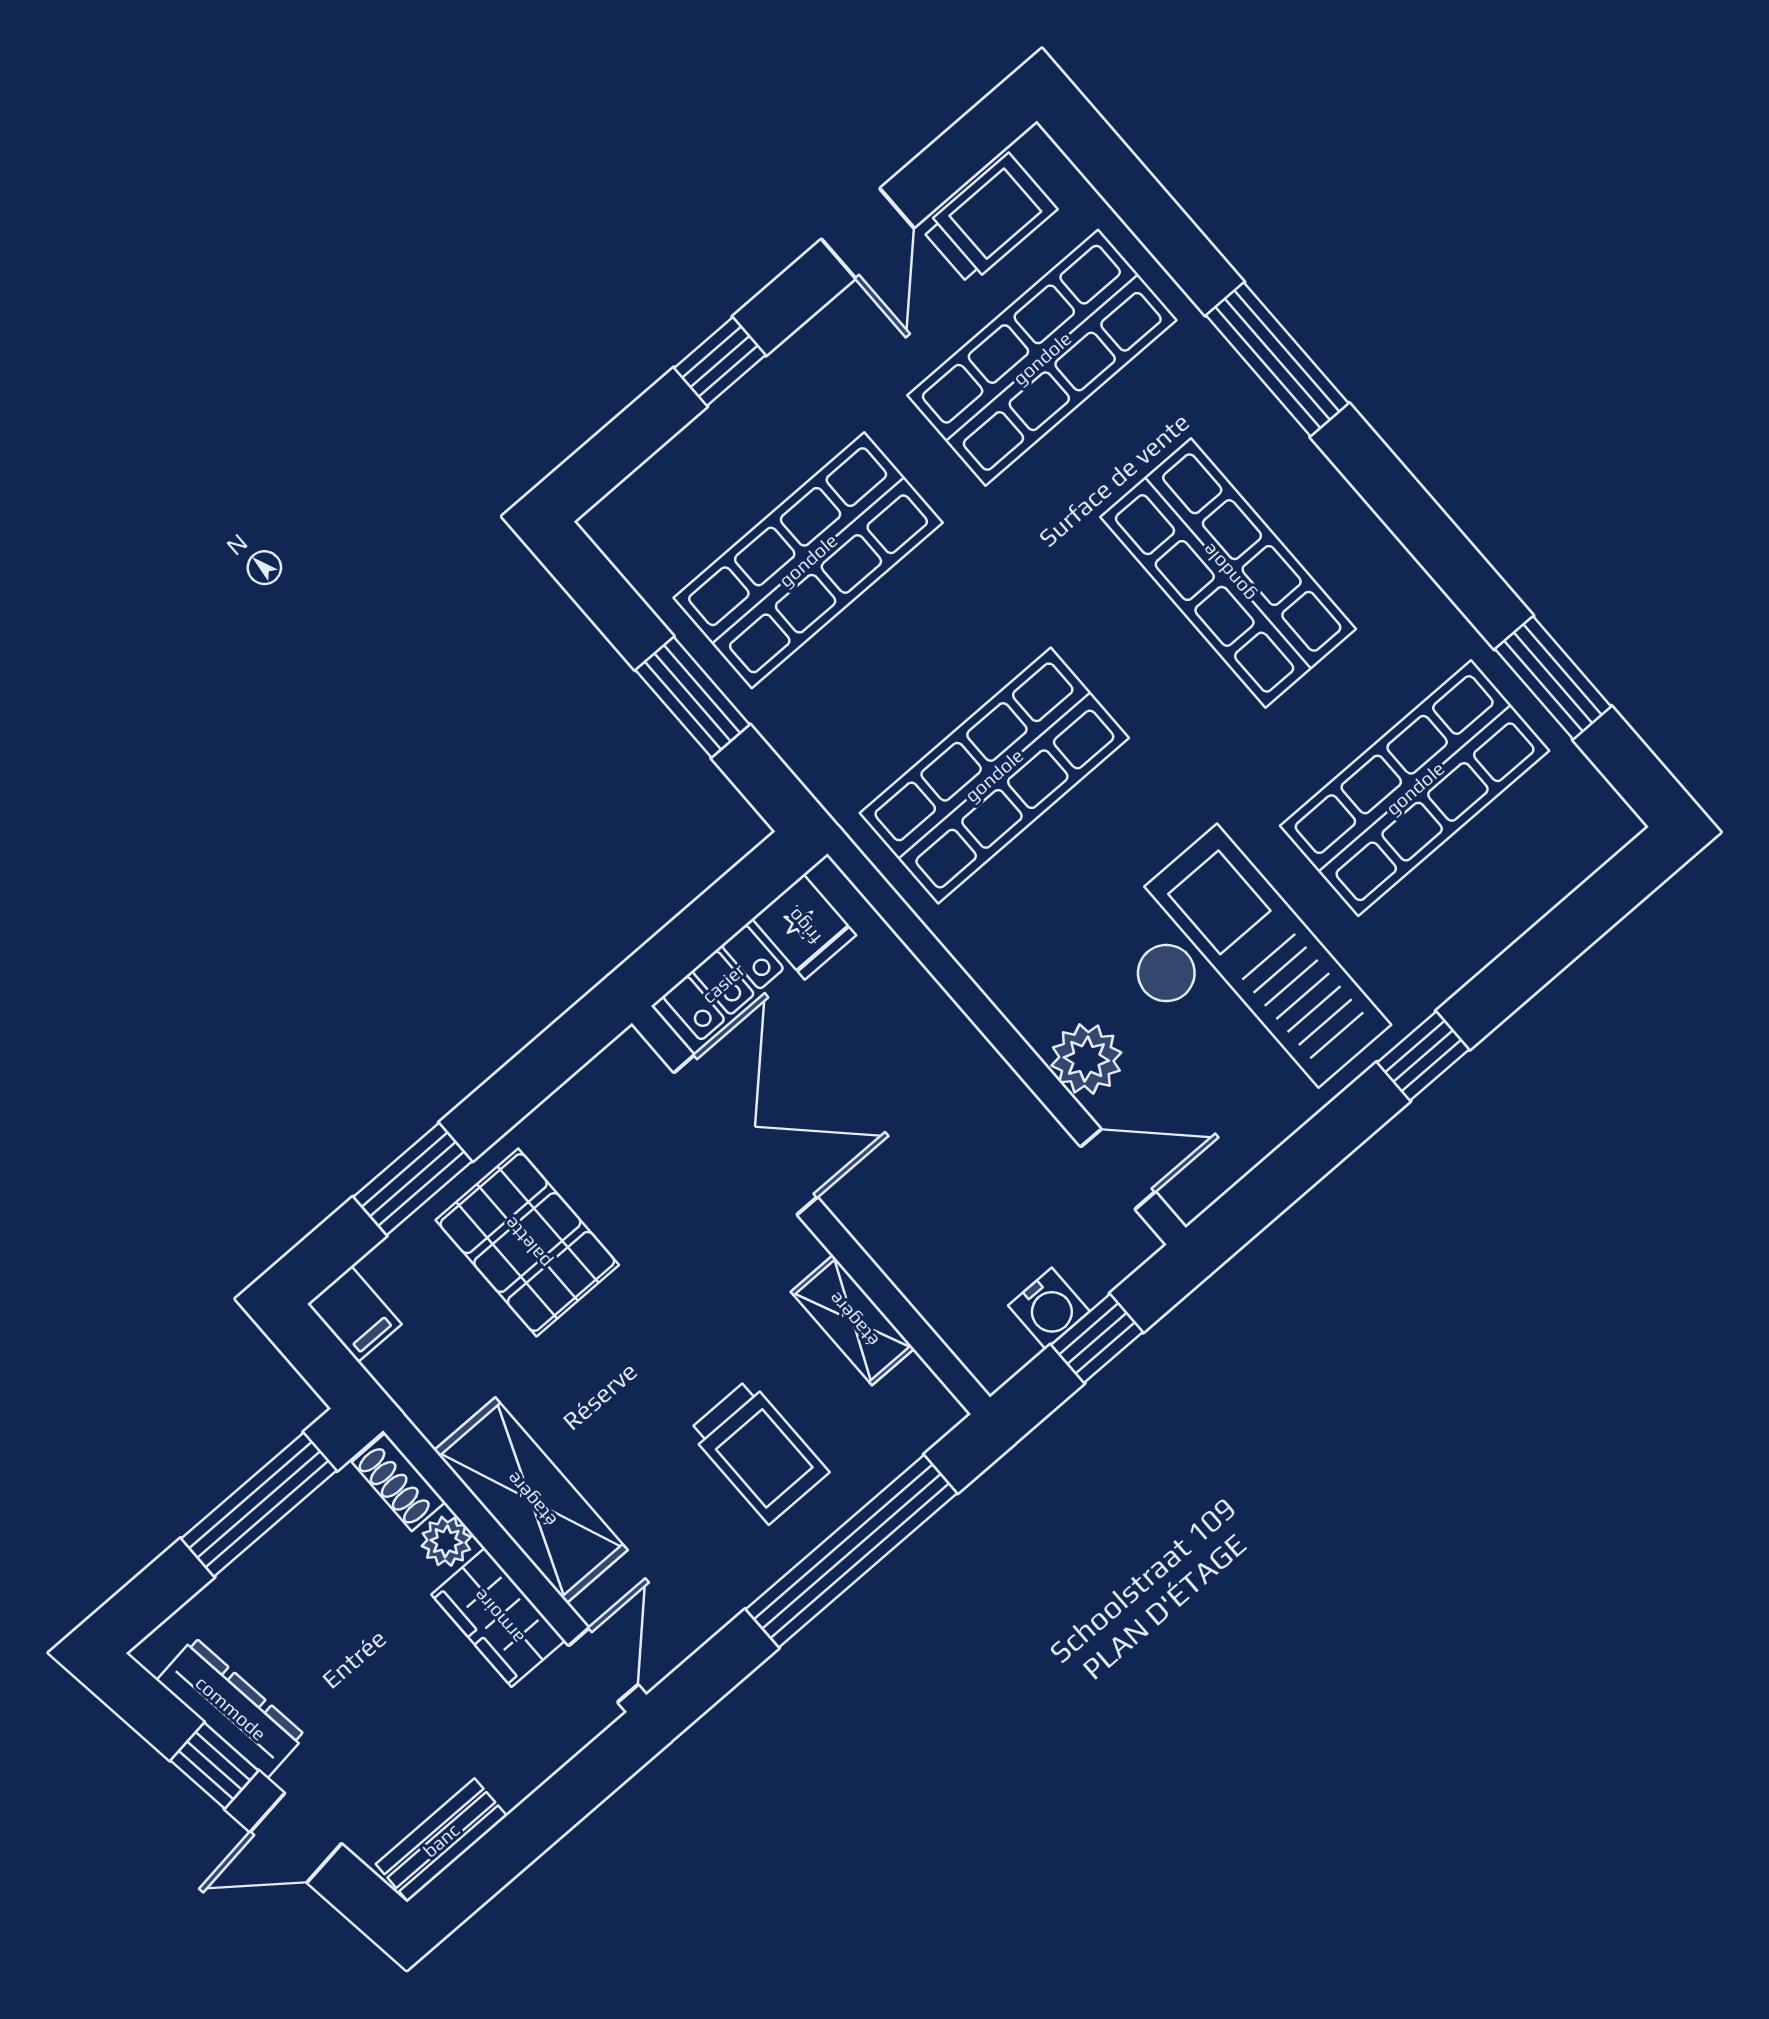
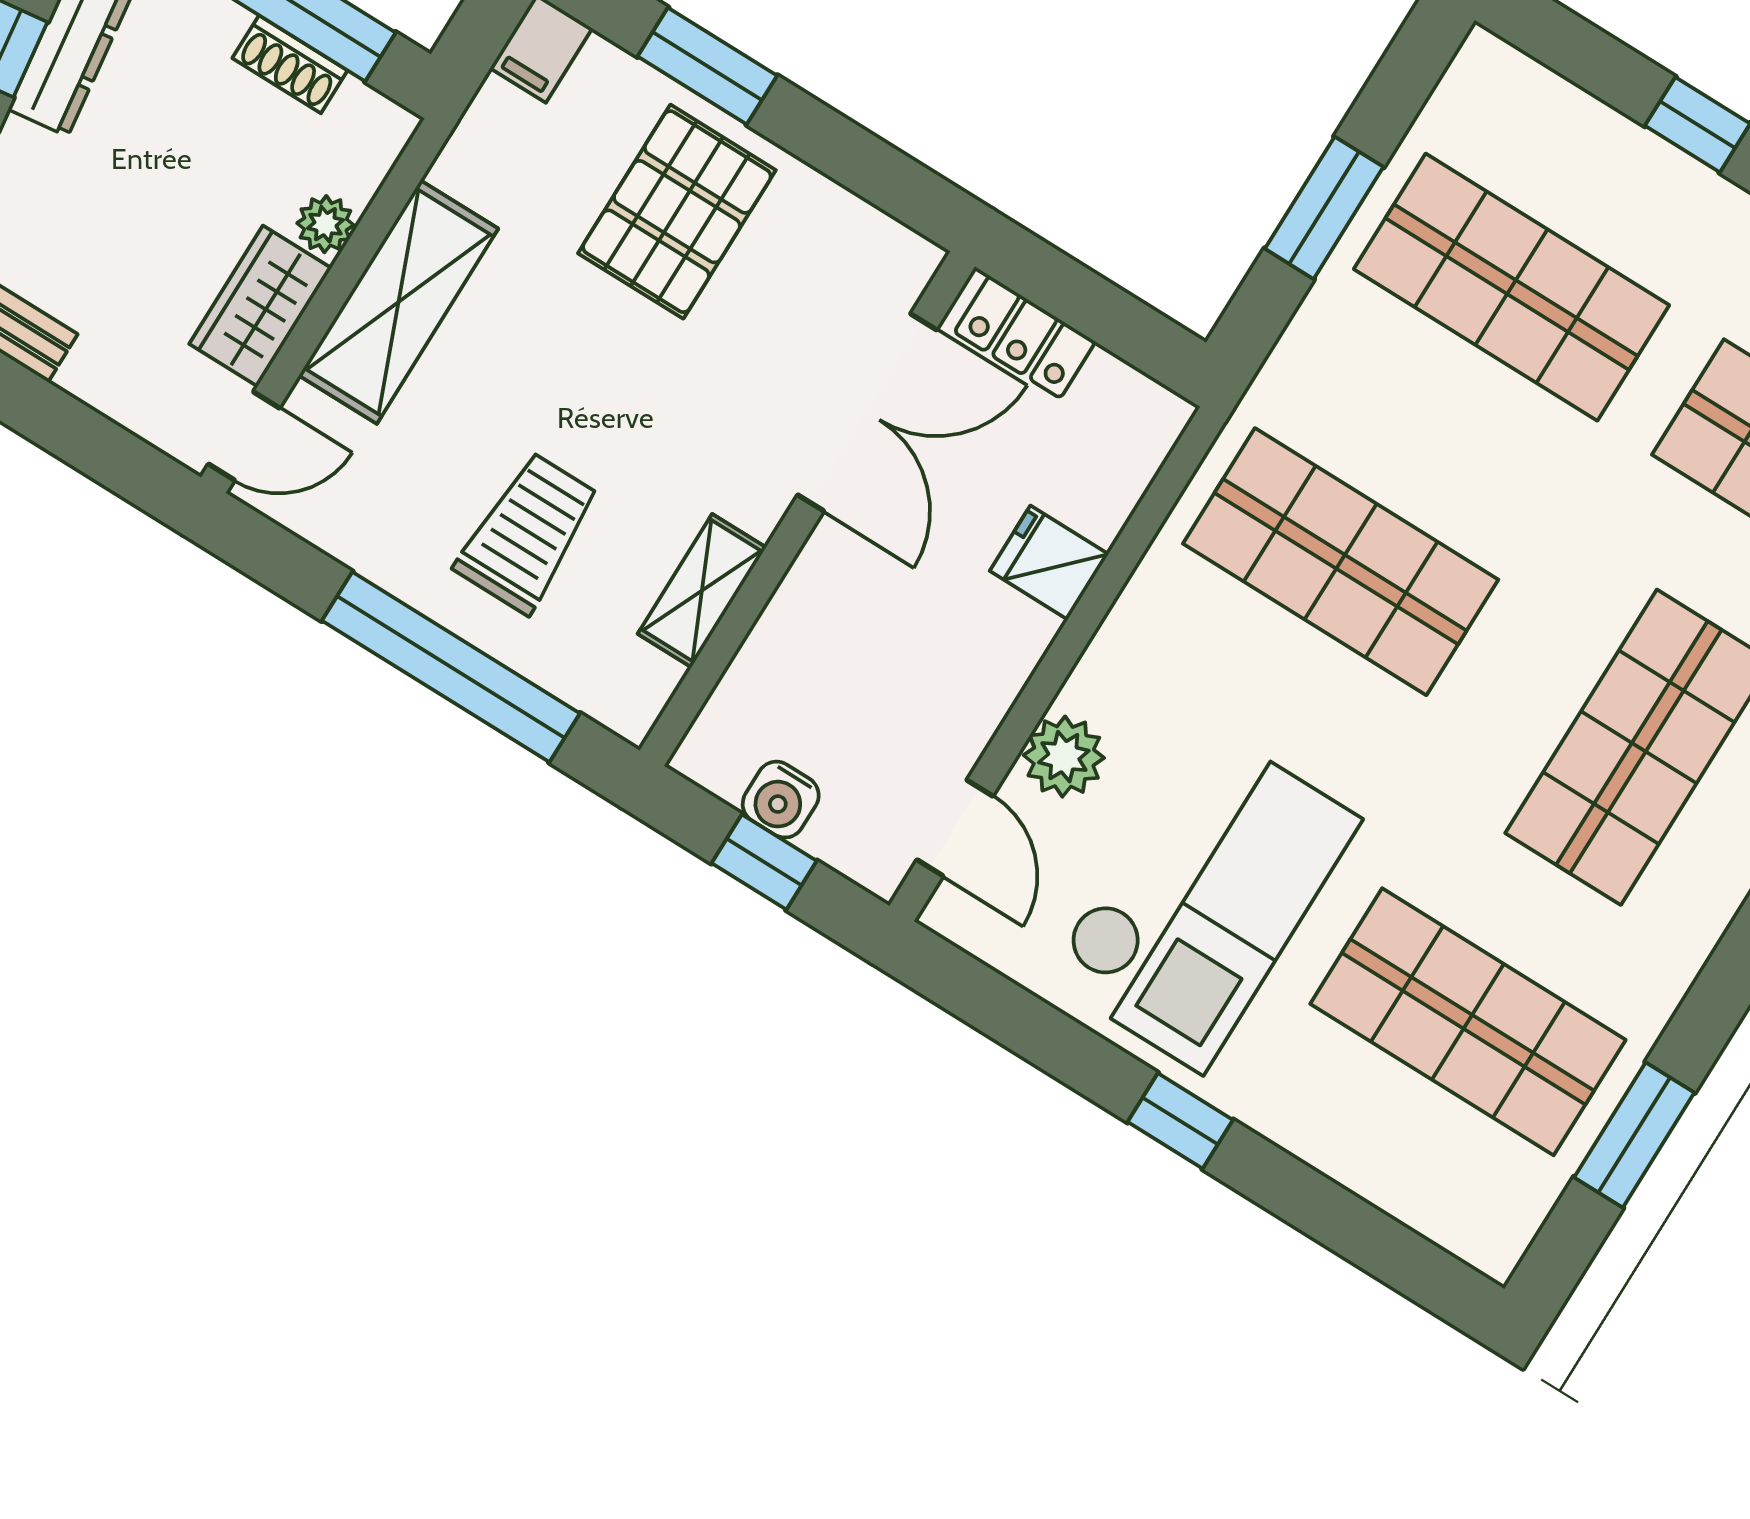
fridge: (804, 927) -> (1049, 562), moved, turned 90
trolley: (759, 1452) -> (528, 533), turned 180
shoe rack: (399, 1482) -> (290, 64), moved, turned -90

